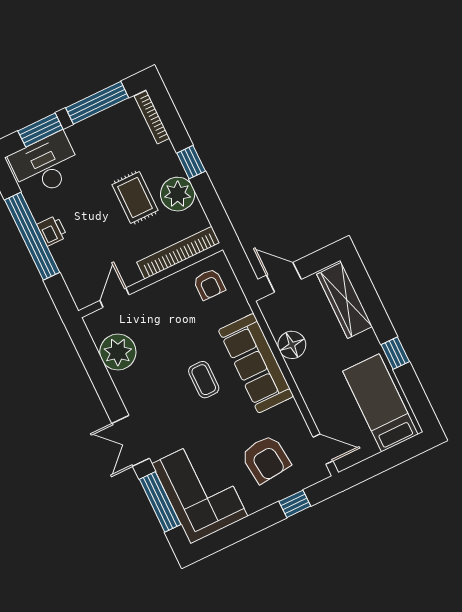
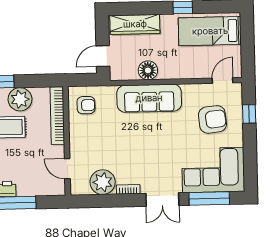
coffee table: (204, 380) -> (145, 136), removed
bookcase: (124, 390) -> (128, 189), added

